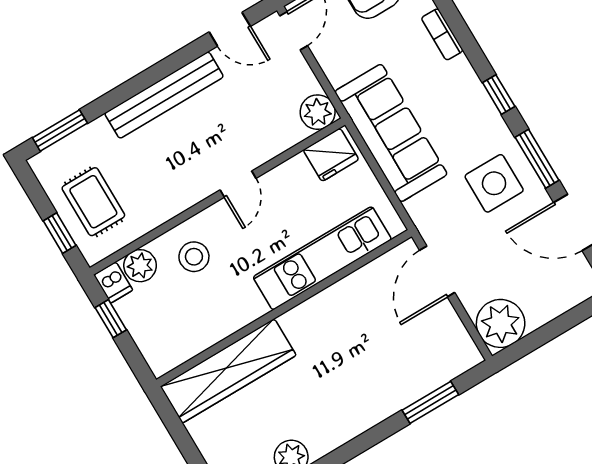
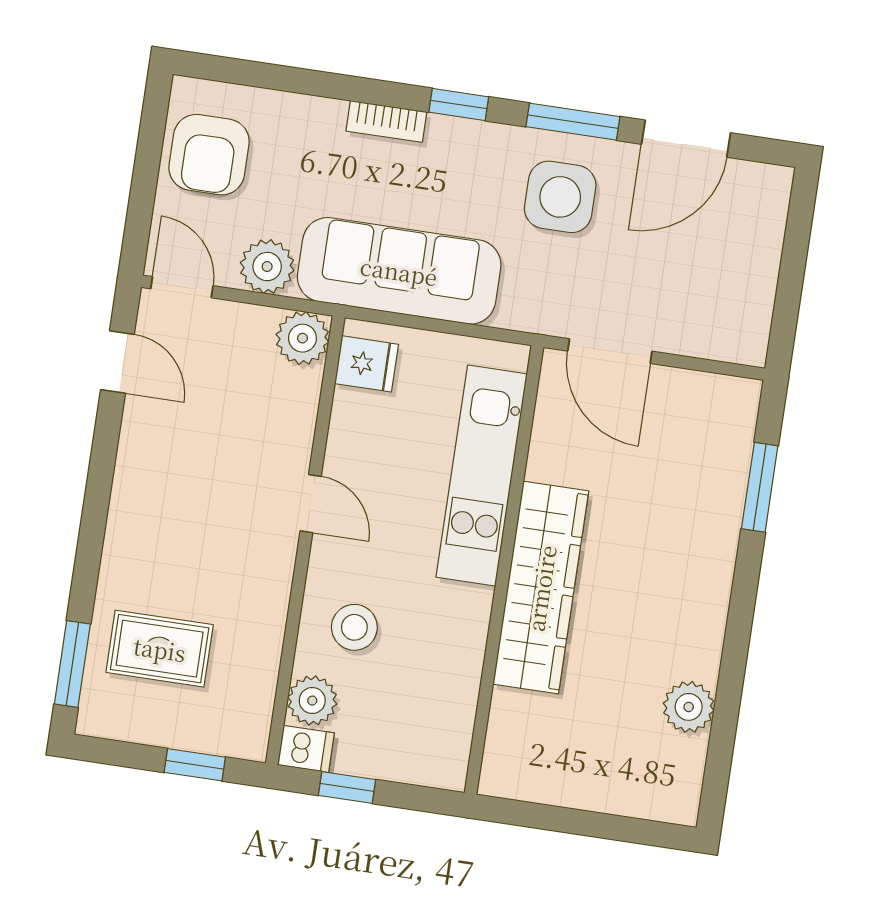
door: (230, 29) -> (117, 362), hinge flipped
bookcase: (442, 34) -> (386, 121), moved
bench: (164, 95) -> (132, 505), removed
fridge: (331, 155) -> (366, 364), width x0.72
rug: (93, 202) -> (160, 649), moved
plant: (501, 323) -> (267, 267), moved, width x0.73, depth x0.73
wardrobe: (228, 371) -> (541, 588), moved

